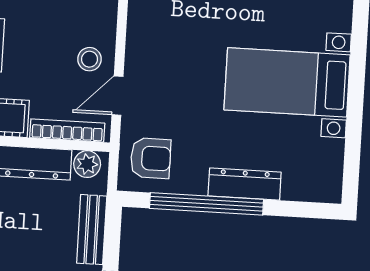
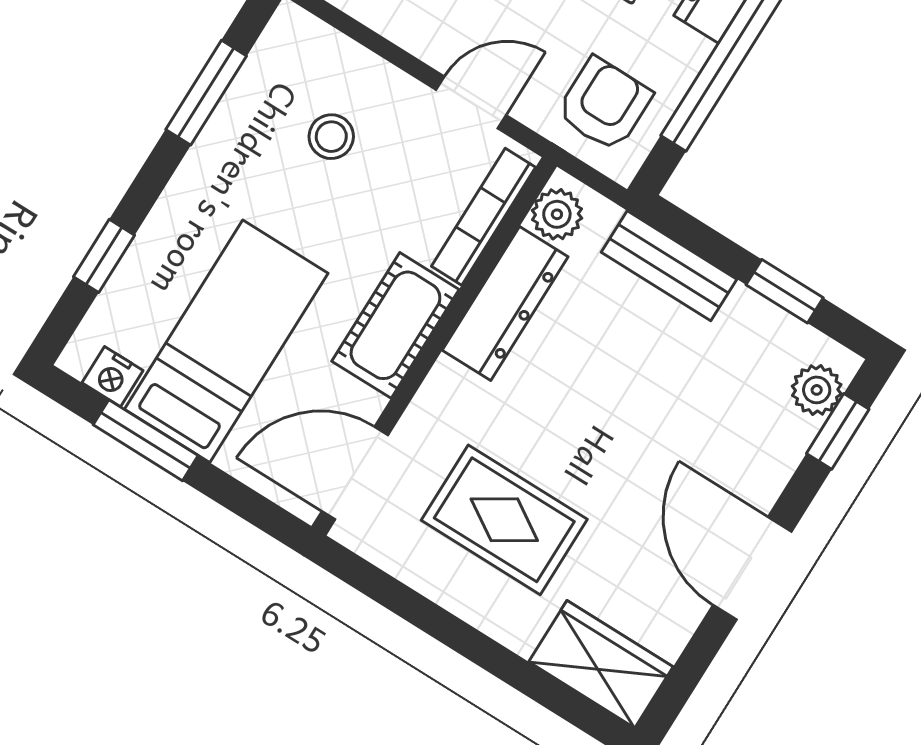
stool: (89, 59) -> (331, 137), moved
door: (118, 96) -> (471, 102), swing flipped

